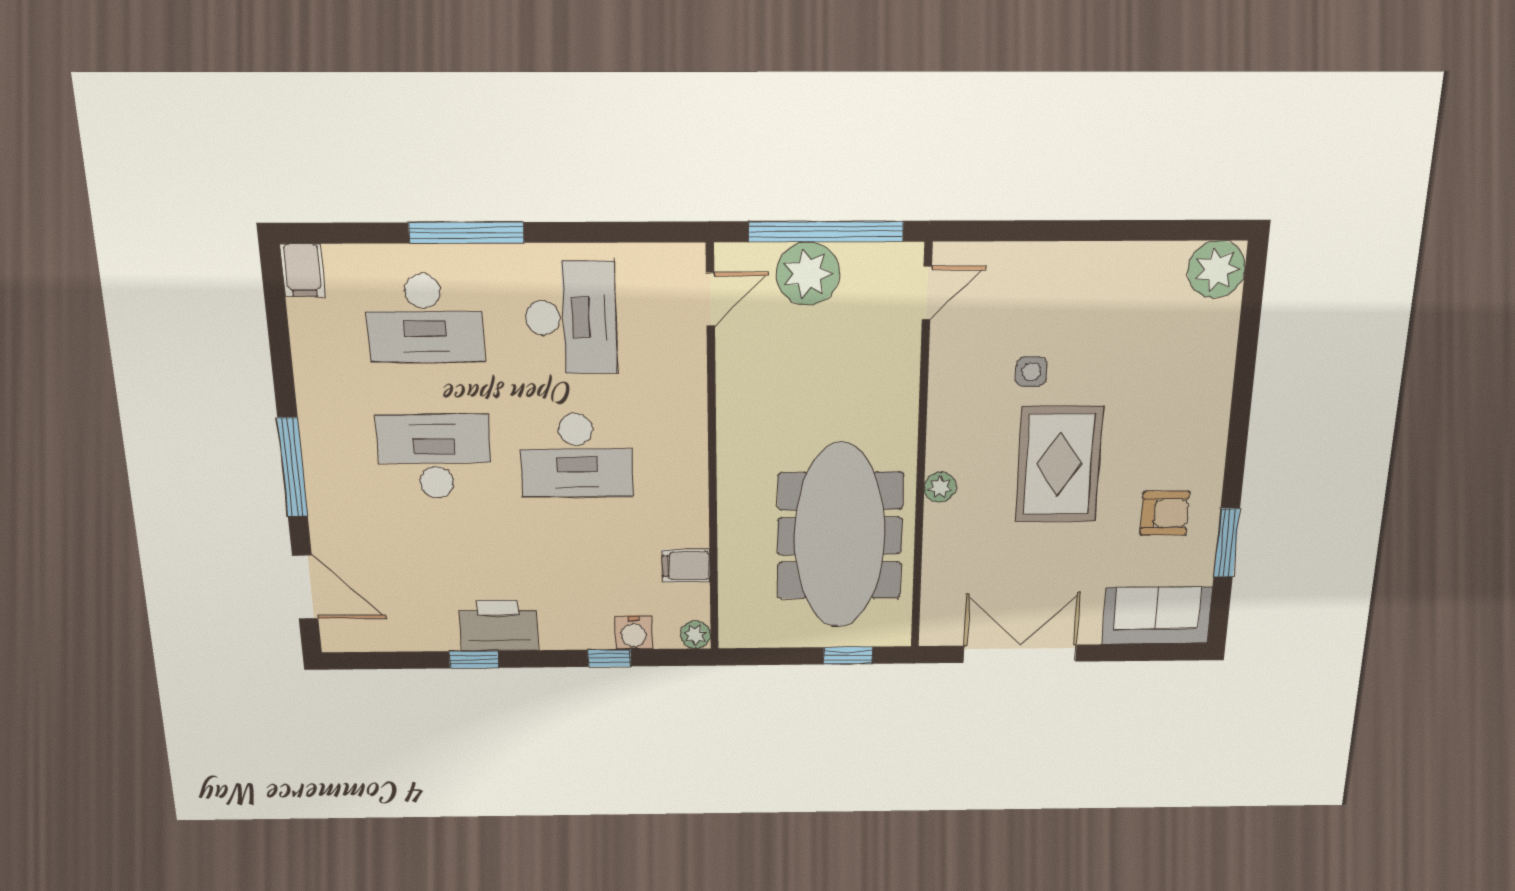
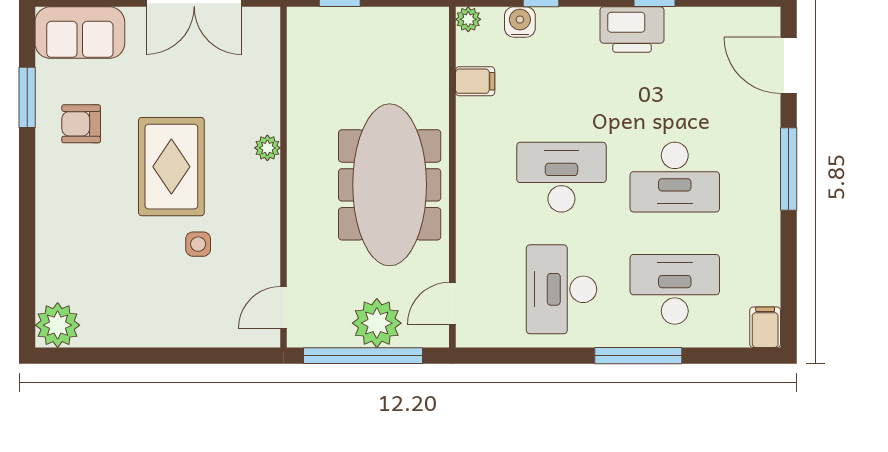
meeting table: (840, 536) -> (390, 185), moved

